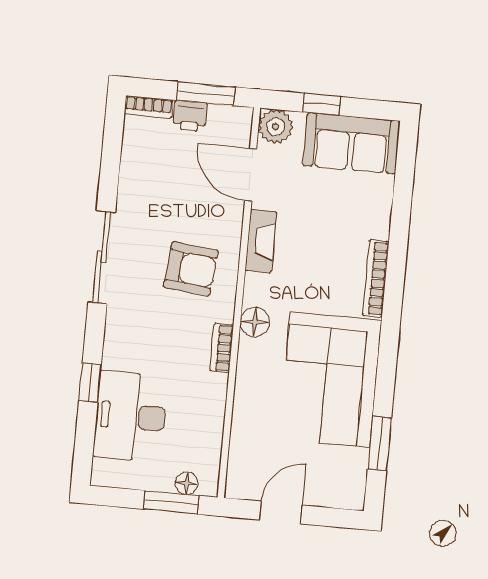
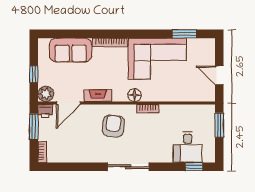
printer: (190, 116) -> (45, 111), moved, turned 90
sofa: (351, 143) -> (71, 50), moved, turned 90
sliding door: (102, 257) -> (128, 167), moved
window: (90, 383) -> (194, 167), moved
desk: (131, 416) -> (188, 147), width x0.73
floor lamp: (187, 483) -> (210, 119), removed

